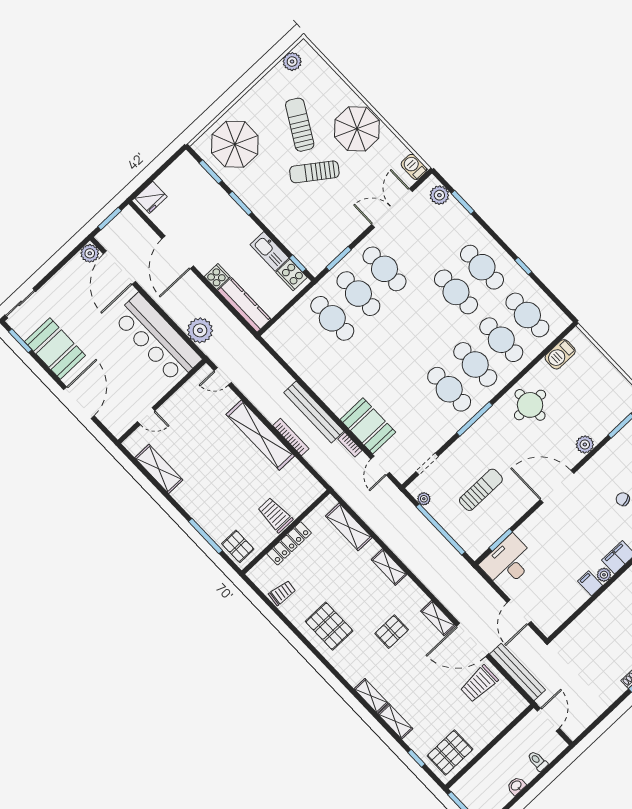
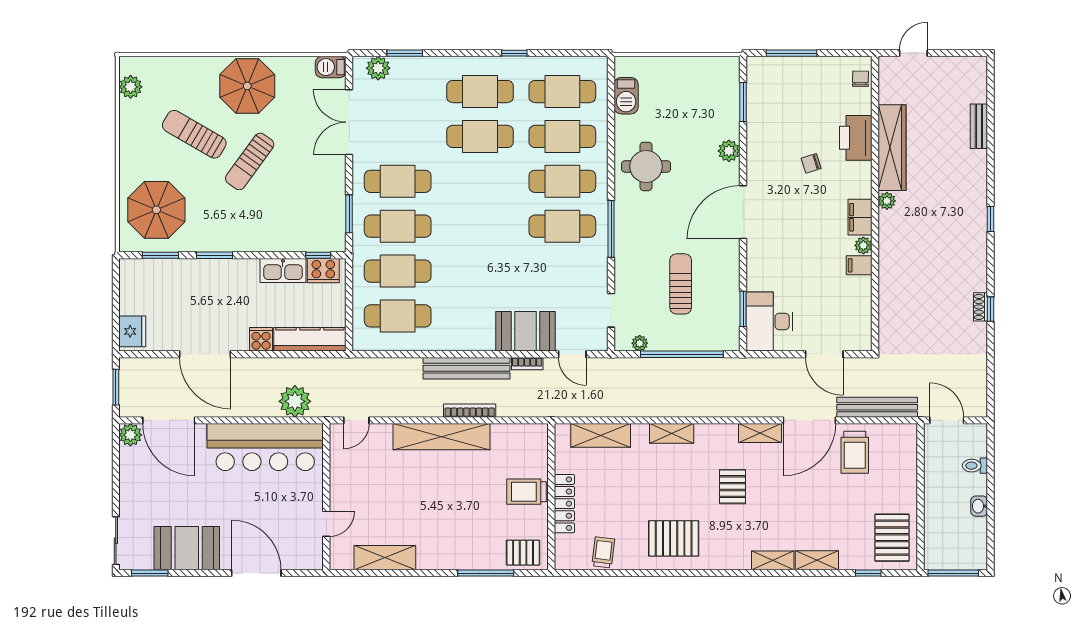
cafe table: (306, 343) -> (398, 316), added

